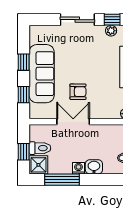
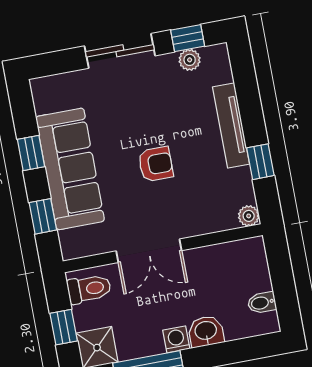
armchair: (78, 92) -> (156, 164), moved
double door: (73, 122) -> (149, 251), swing flipped
toilet: (40, 148) -> (89, 289), moved

